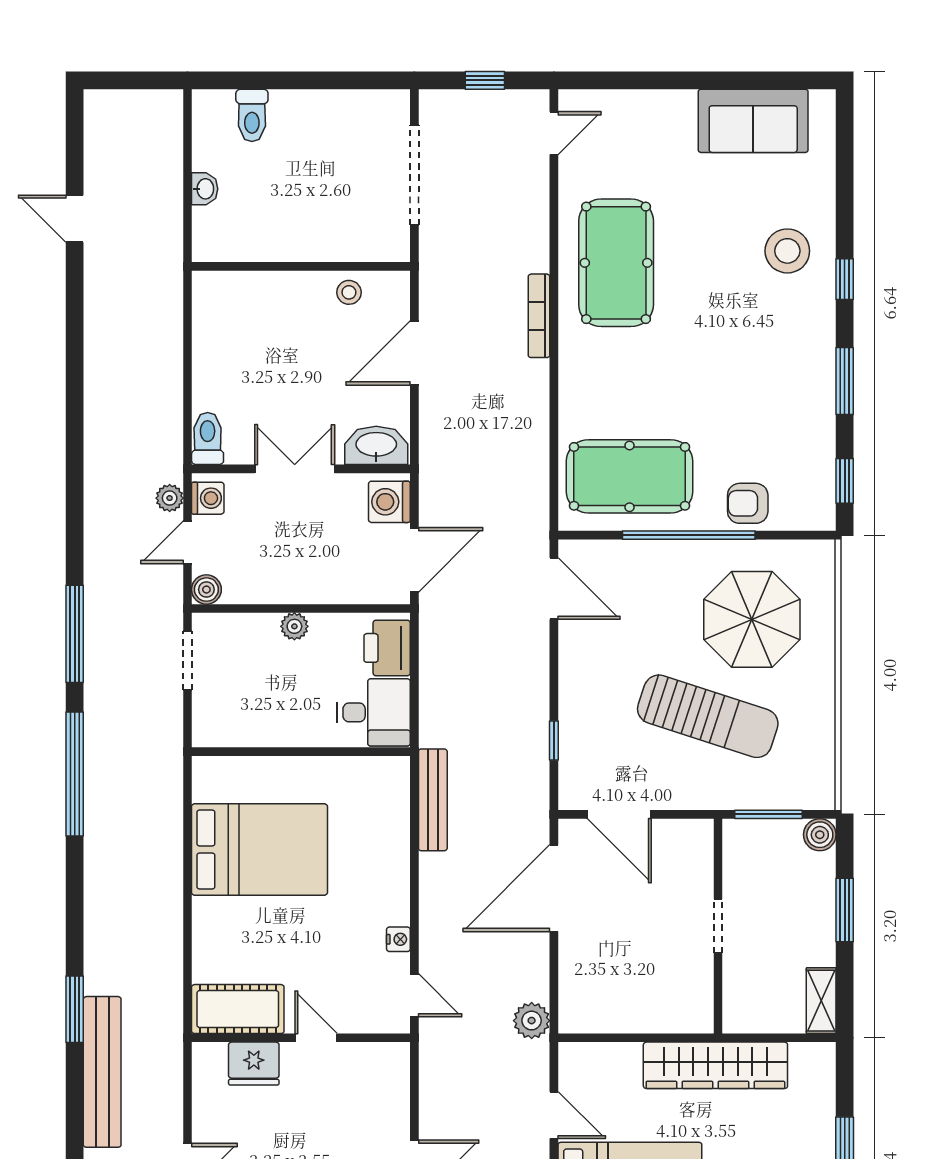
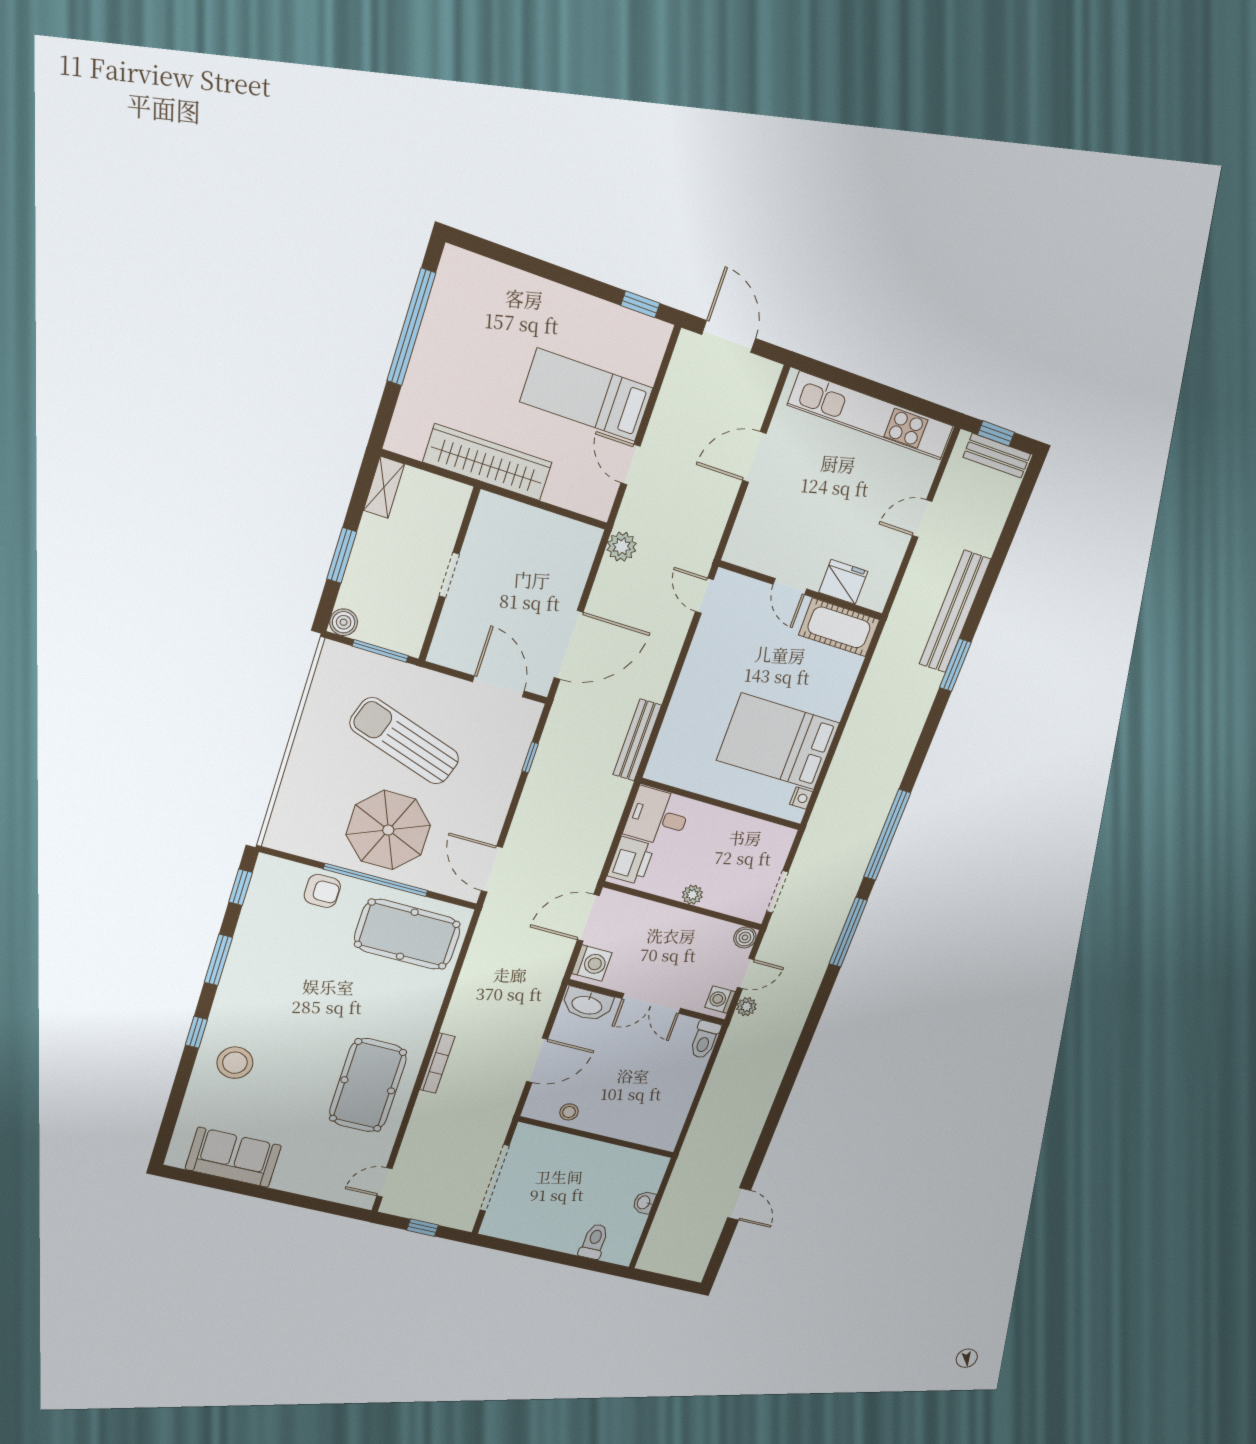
parasol: (752, 619) -> (388, 830), moved
nightstand: (398, 939) -> (801, 798), moved, turned 180

